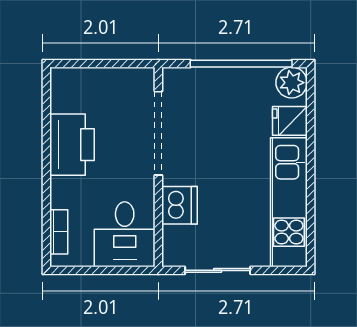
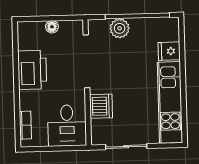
floor lamp: (105, 77) -> (52, 27), added
plant: (292, 83) -> (120, 28), moved

